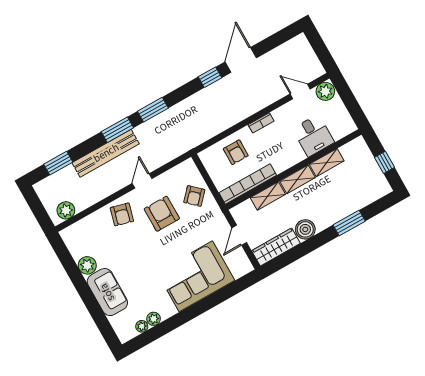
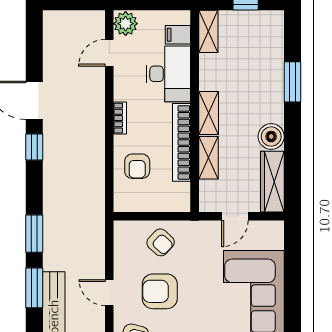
filing cabinet: (338, 130) -> (178, 35), added
desk: (313, 136) -> (168, 74), width x1.37
armchair: (236, 152) -> (137, 166), turned 90
shelving: (327, 163) -> (208, 31), moved
bookcase: (248, 184) -> (182, 142), moved
door: (239, 235) -> (235, 216), hinge flipped

